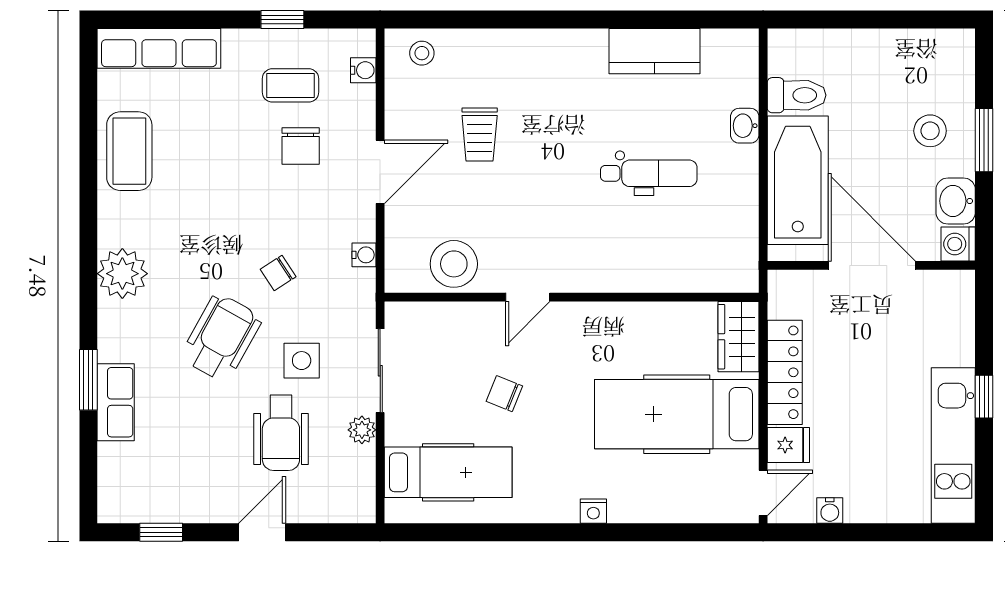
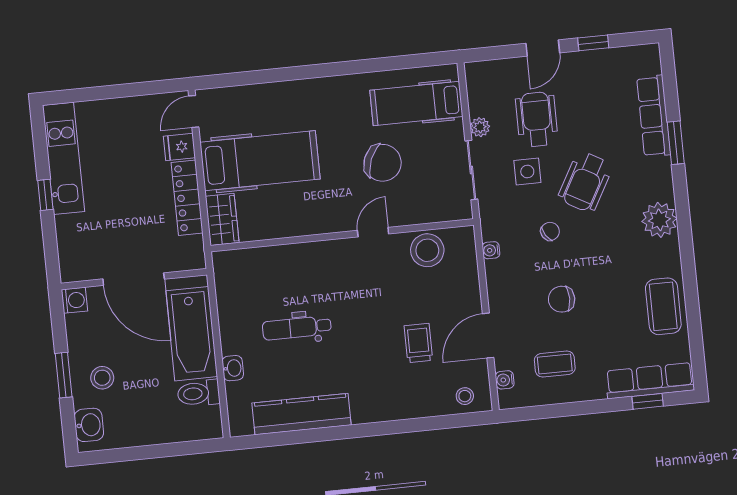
window: (282, 20) -> (648, 401), moved
kitchen counter: (655, 51) -> (301, 414), width x1.50
chair: (301, 146) -> (562, 299), moved, turned -90
door: (380, 172) -> (488, 336), moved
washbasin: (956, 201) -> (89, 425), moved
chair: (504, 394) -> (383, 163), width x1.87, depth x1.87
row of seats: (116, 402) -> (654, 116), width x1.48
nightstand: (593, 511) -> (312, 87), removed
water cooler: (830, 511) -> (146, 104), removed
window: (161, 532) -> (593, 43), moved

